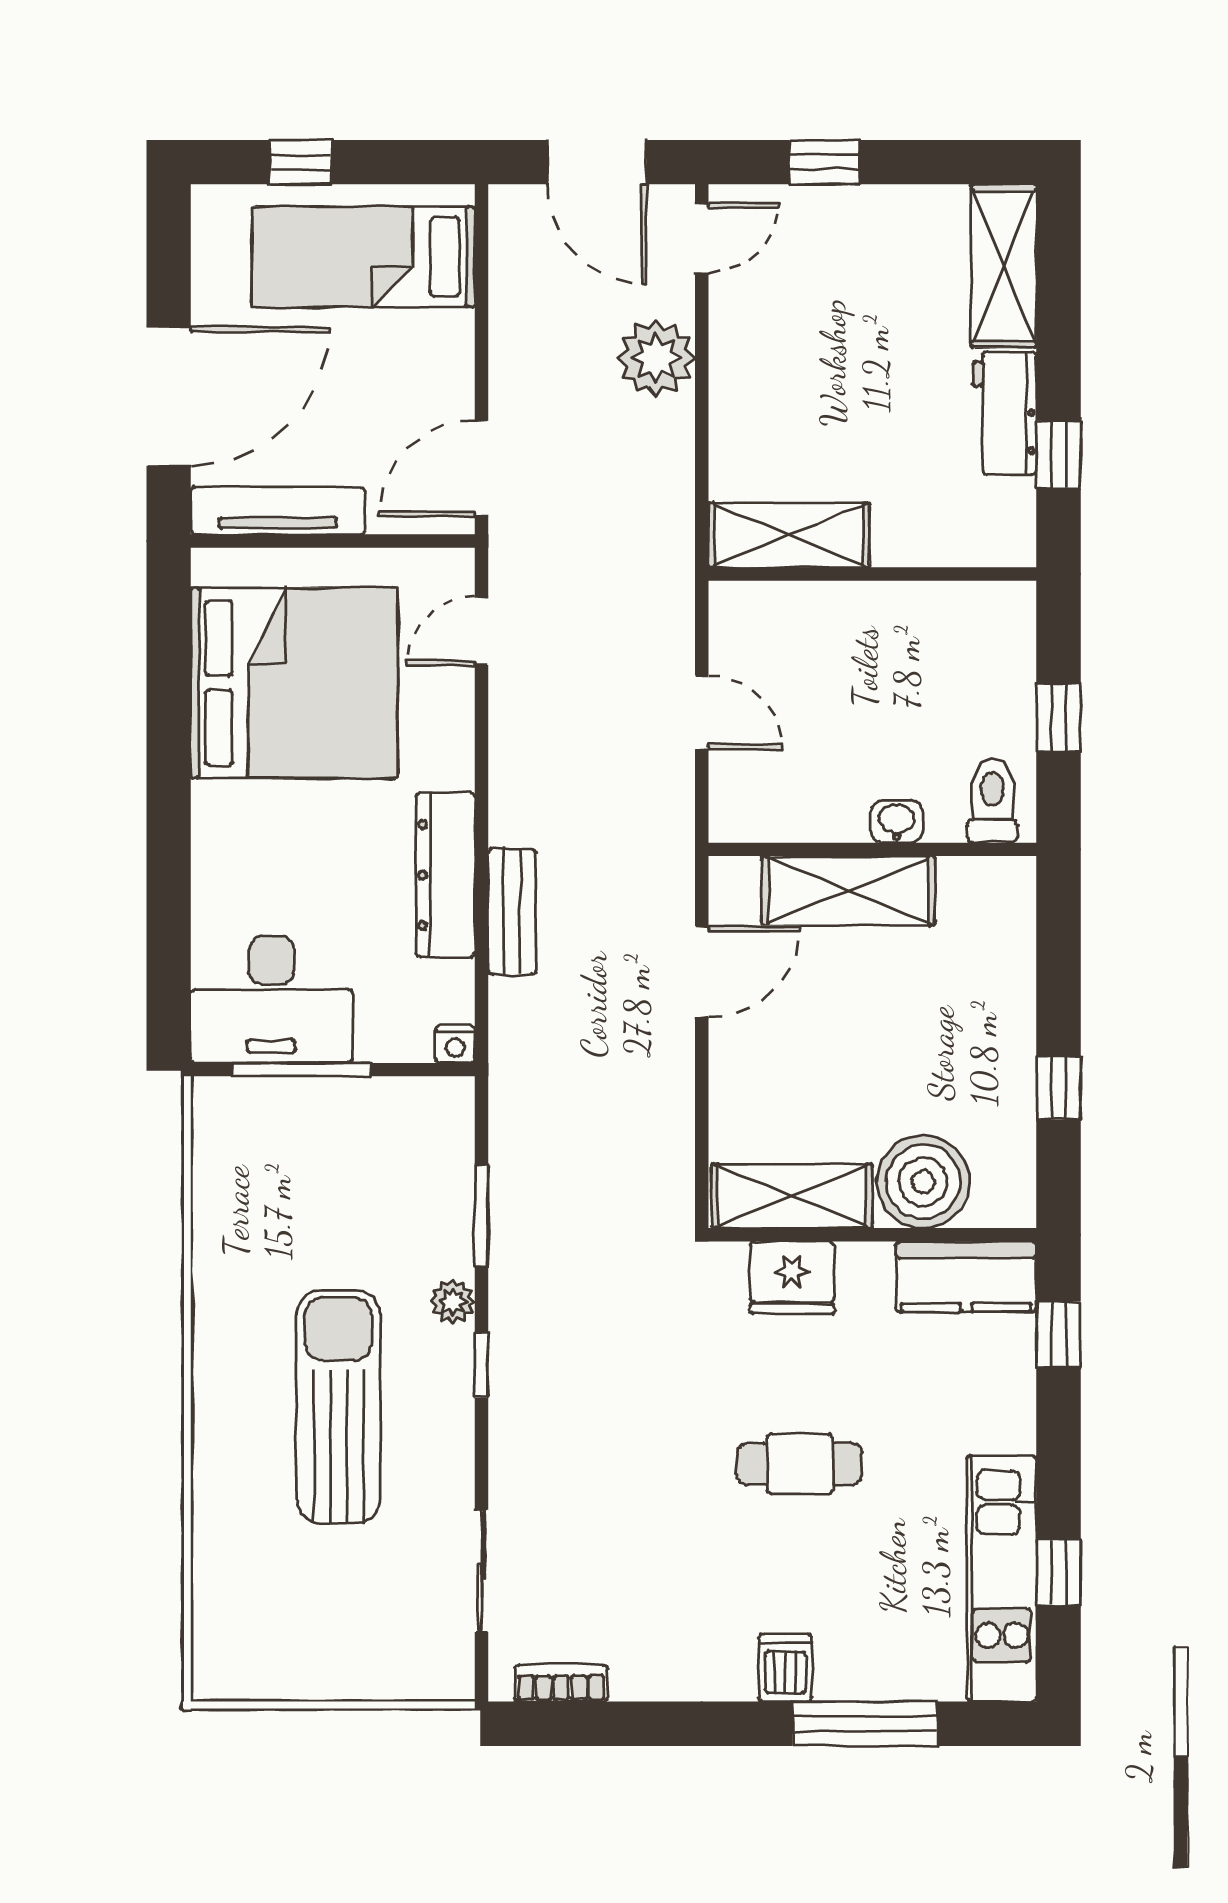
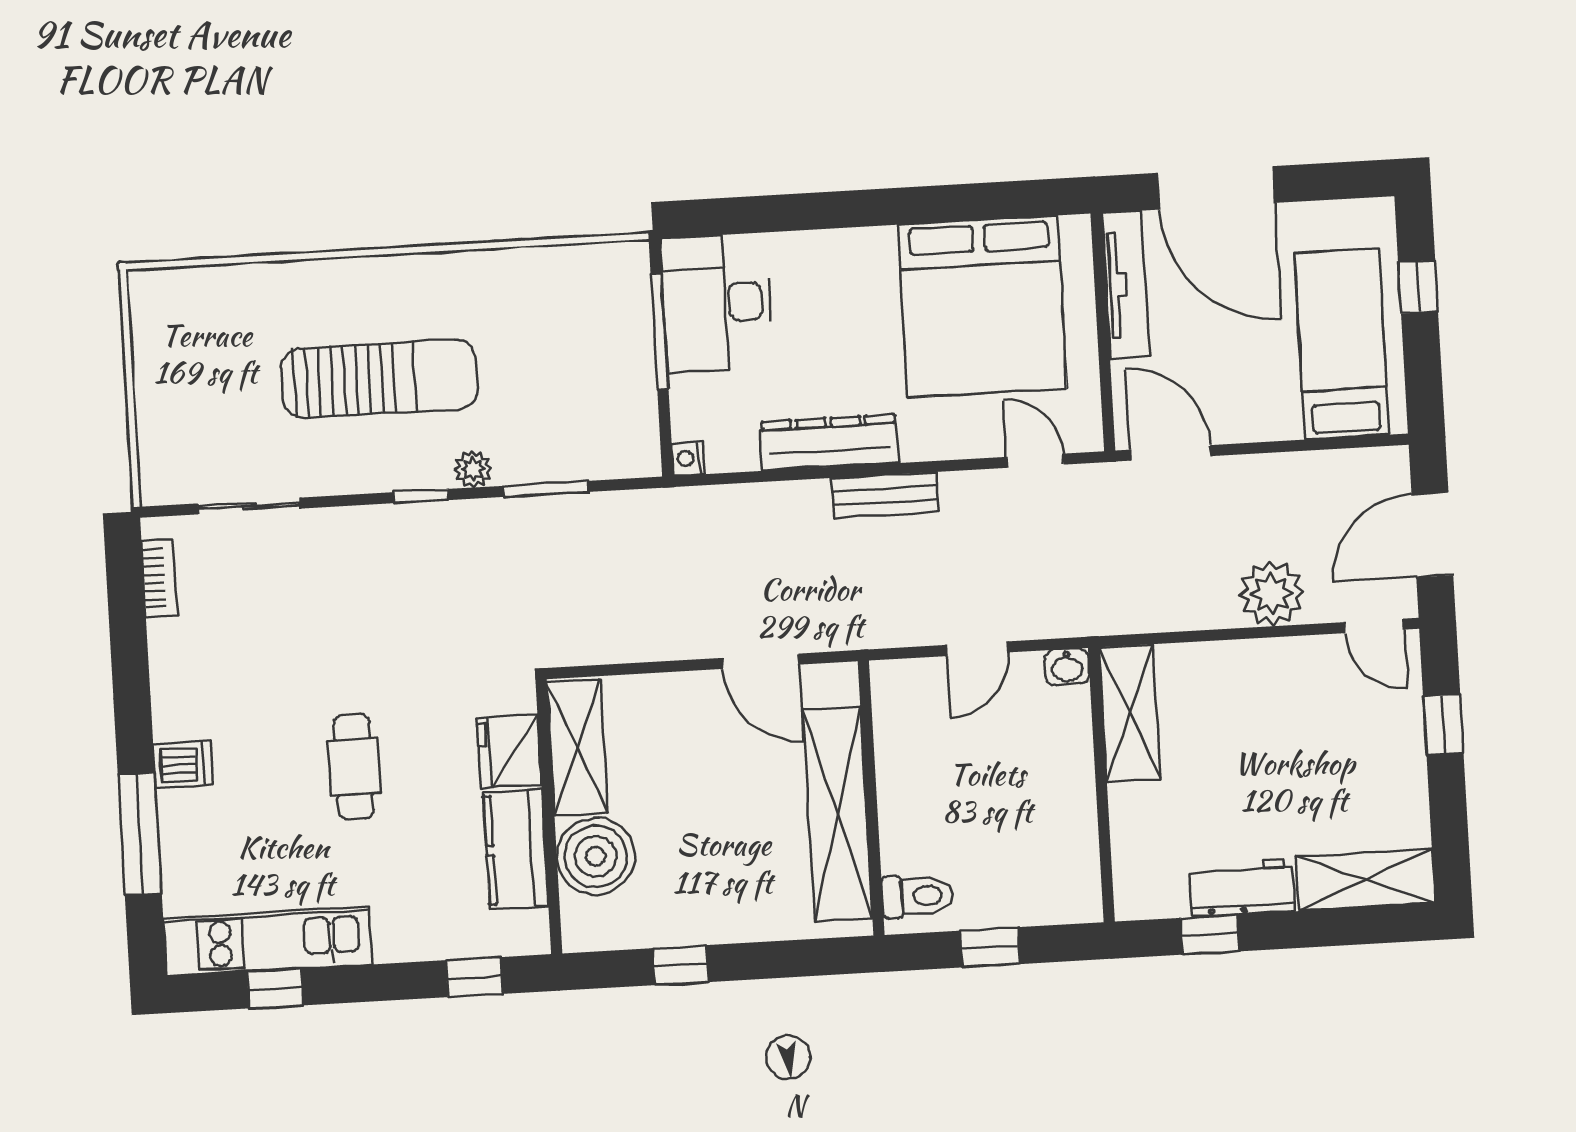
washbasin: (897, 822) -> (1067, 667), moved, turned 90
shelving: (848, 891) -> (838, 814), width x1.47
bench: (512, 911) -> (885, 495), moved
kitchen counter: (966, 1277) -> (516, 849), moved

